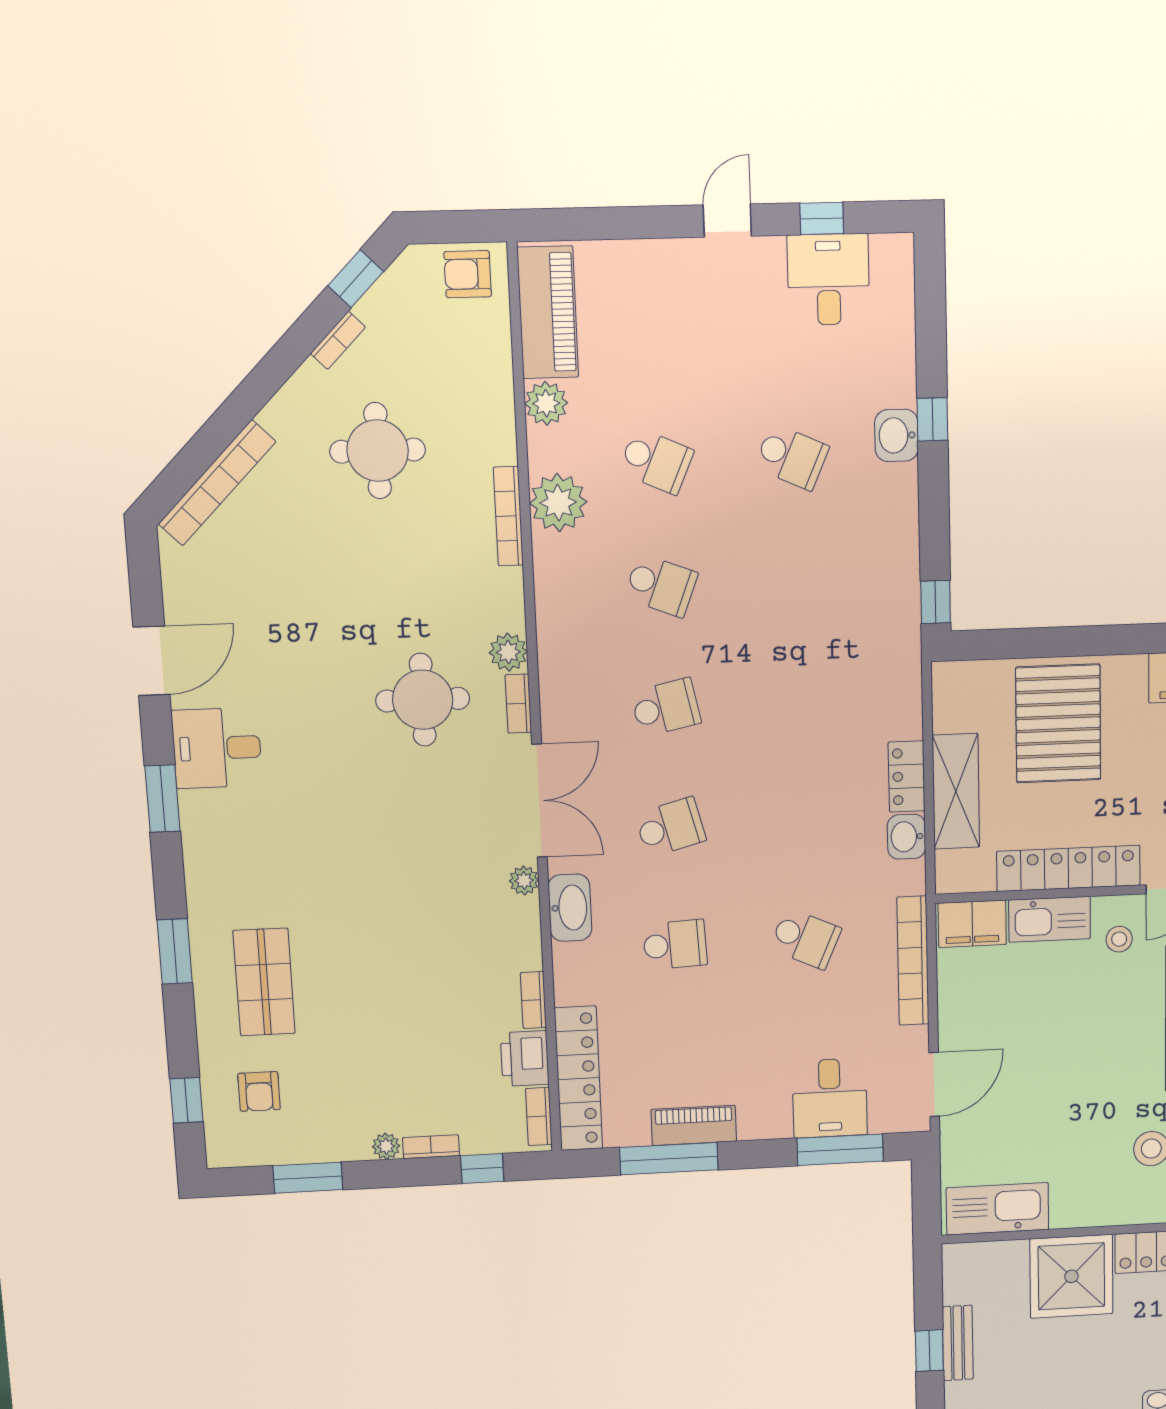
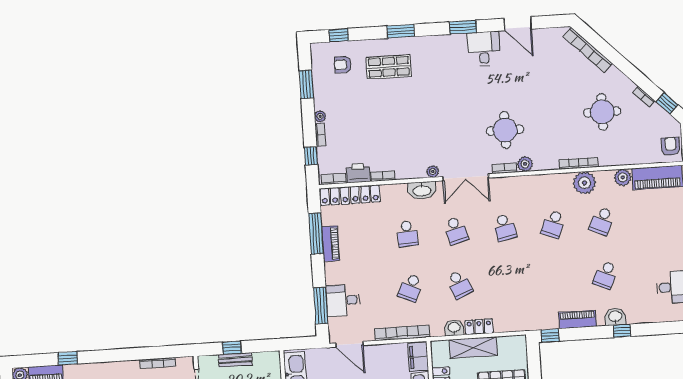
piano: (899, 532) -> (577, 319), added
school desk: (802, 822) -> (459, 284), added

